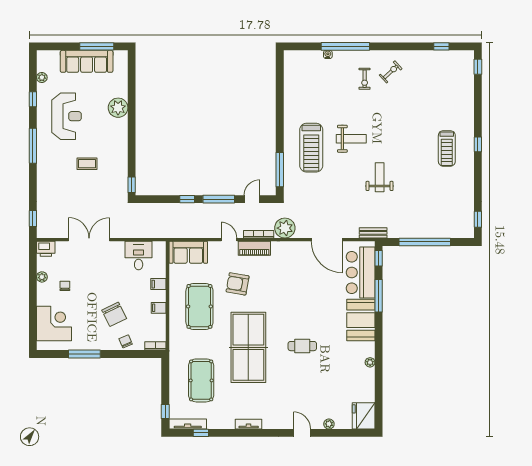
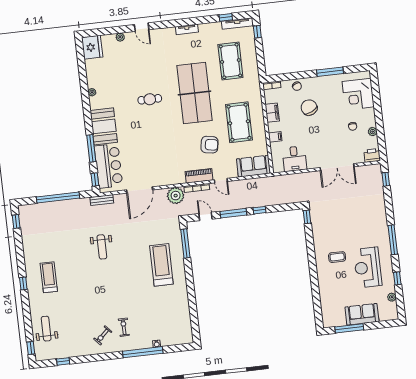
sofa: (87, 61) -> (362, 314), width x0.73
plant: (118, 108) -> (326, 279), removed
weight bench: (351, 139) -> (46, 329), moved, turned 90
coffee table: (87, 164) -> (337, 257), moved
door: (252, 199) -> (206, 216), swing flipped
door: (327, 240) -> (140, 190), swing flipped
filing cabinet: (159, 308) -> (272, 113), width x2.00

